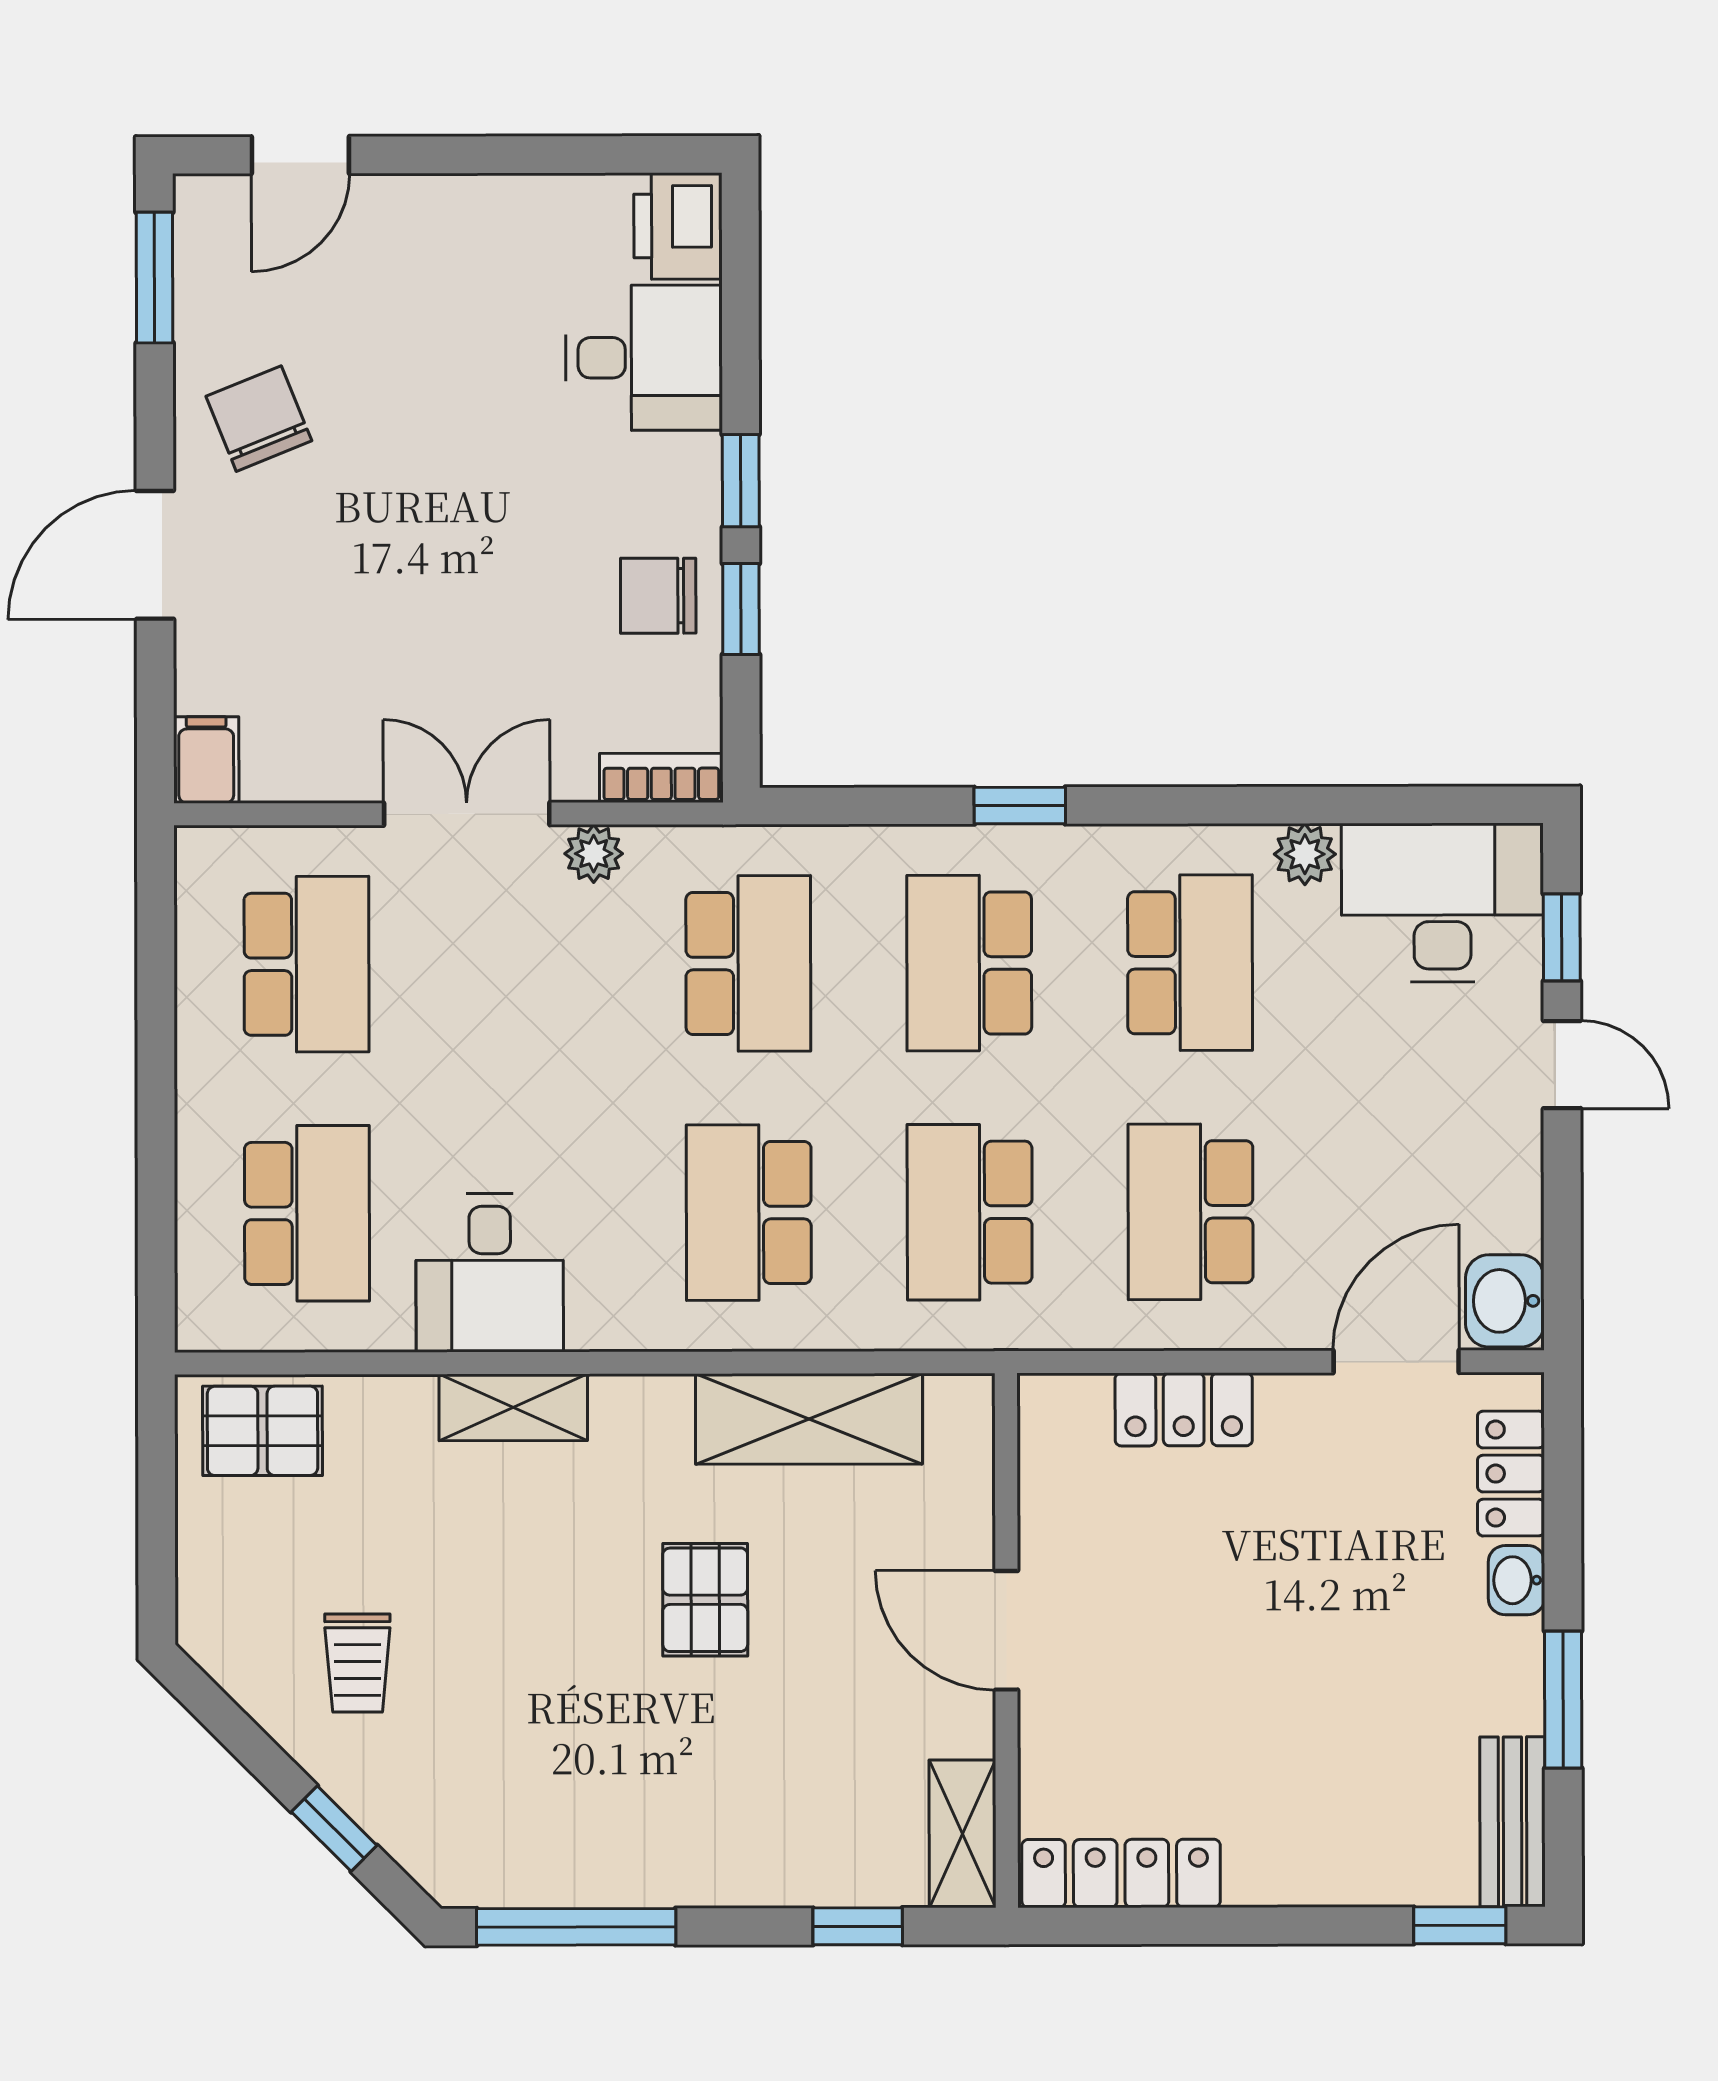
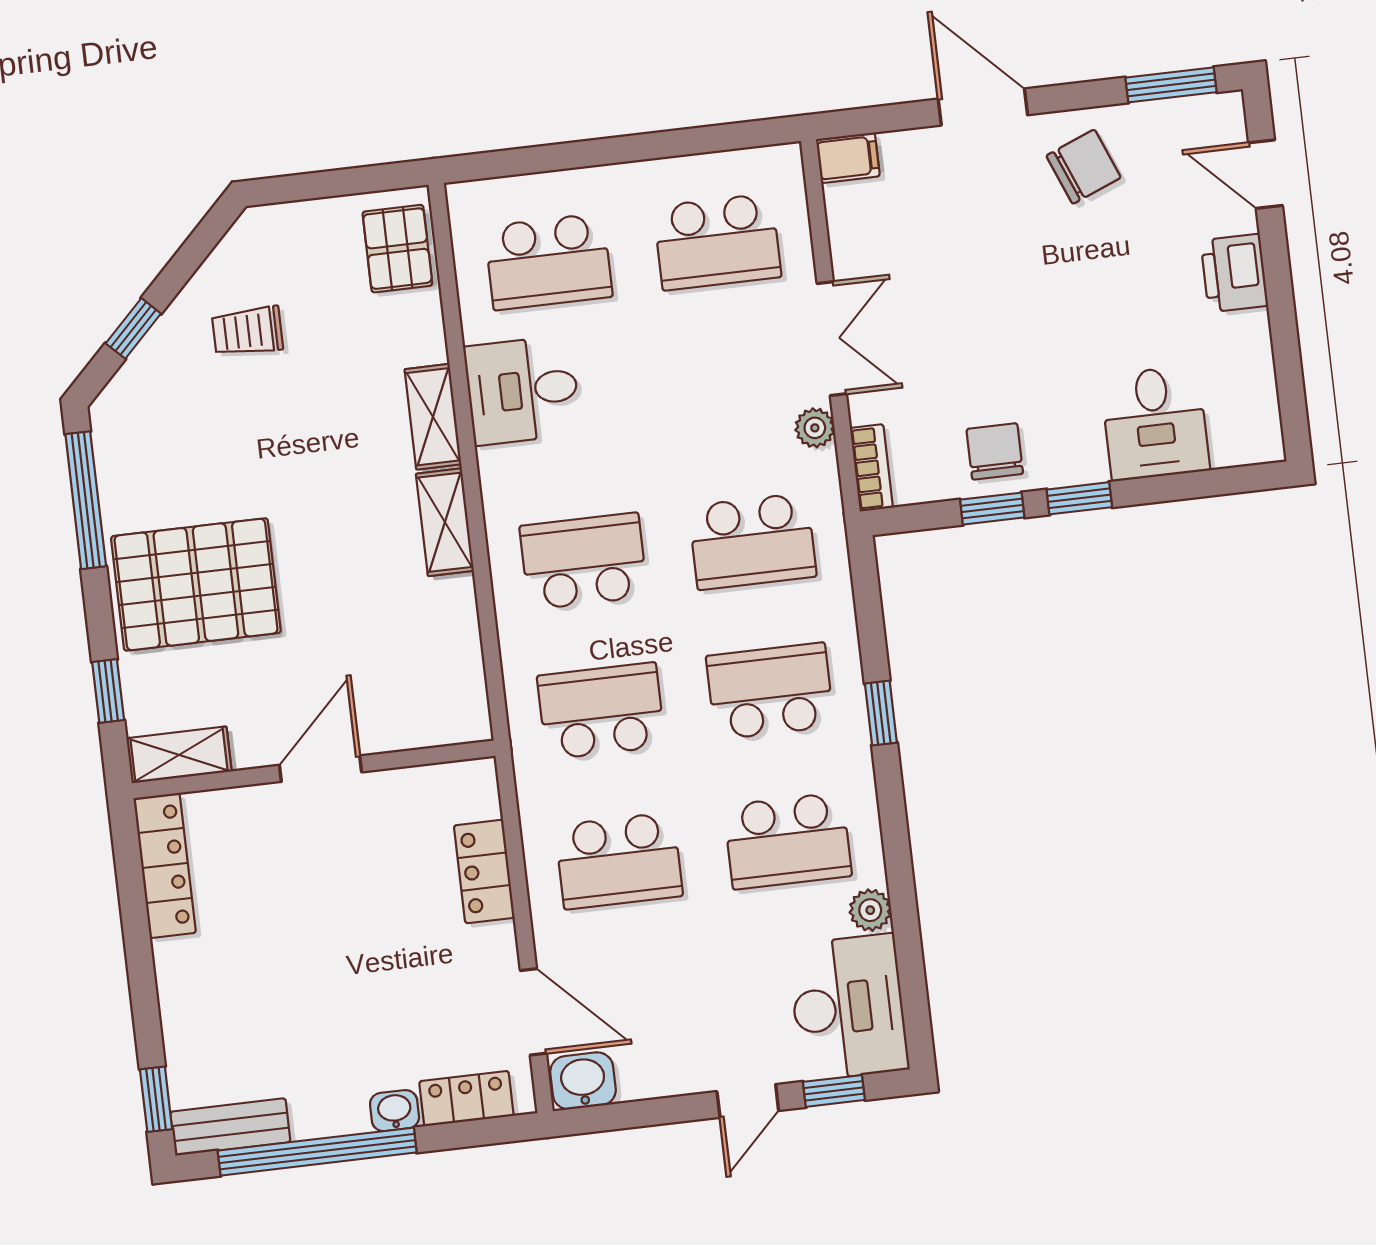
printer: (678, 226) -> (1234, 273), moved, turned -90
school desk: (1191, 1212) -> (619, 861), turned 180
shelving: (809, 1419) -> (445, 522), moved, width x0.67, depth x0.75
pallet: (705, 1600) -> (196, 584), moved, width x2.05, depth x2.00
window: (1563, 1700) -> (317, 1152), width x2.11

